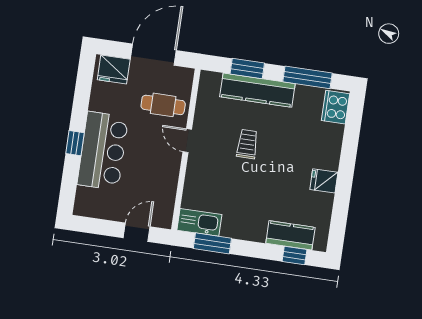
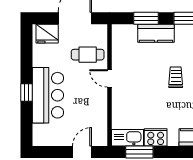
kitchen counter: (257, 90) -> (156, 33), width x0.67
trolley: (247, 144) -> (176, 77), moved
cooker: (237, 227) -> (156, 137), added

